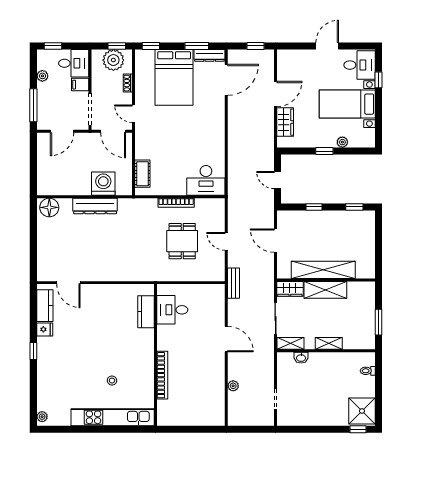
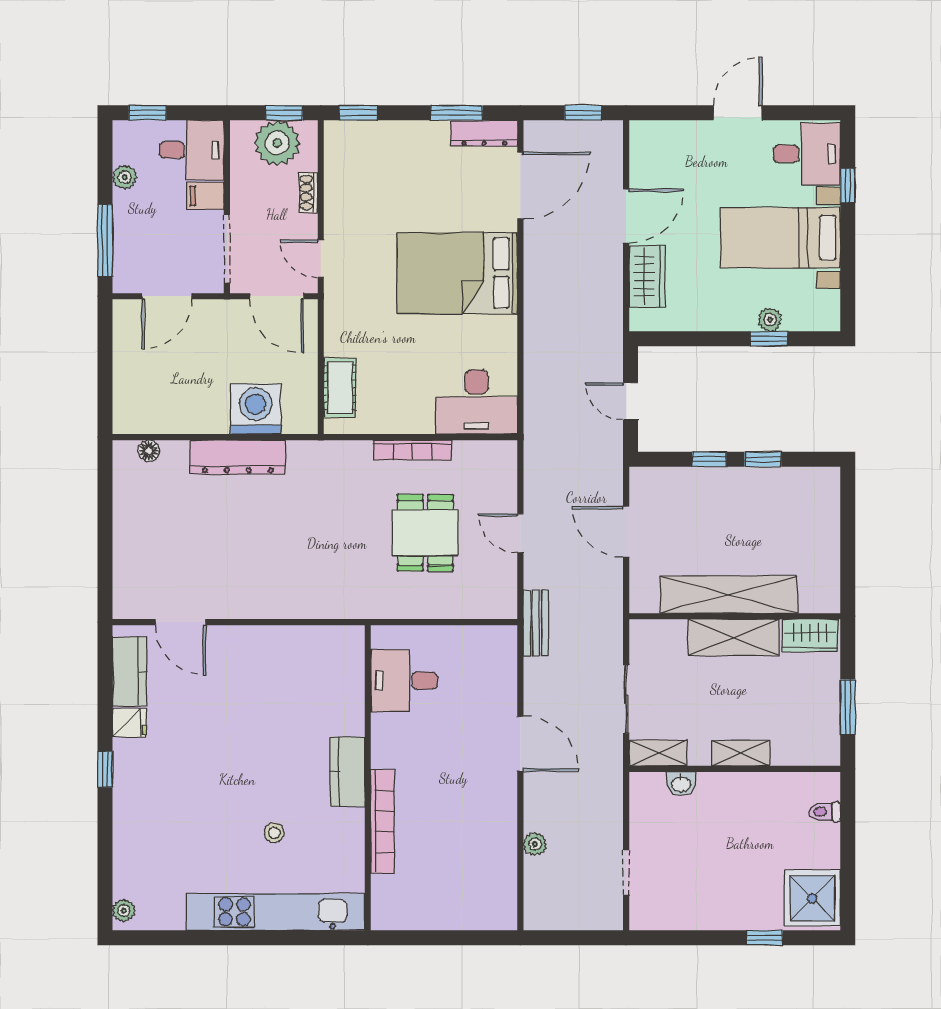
bed: (174, 77) -> (457, 273), moved, turned 90
window: (324, 151) -> (769, 339), moved
floor lamp: (49, 207) -> (149, 451), width x0.53, depth x0.53
window: (354, 207) -> (763, 459), moved
wardrobe: (290, 289) -> (810, 636), moved
kitchen counter: (146, 312) -> (347, 772), moved
window: (358, 429) -> (765, 938), moved

